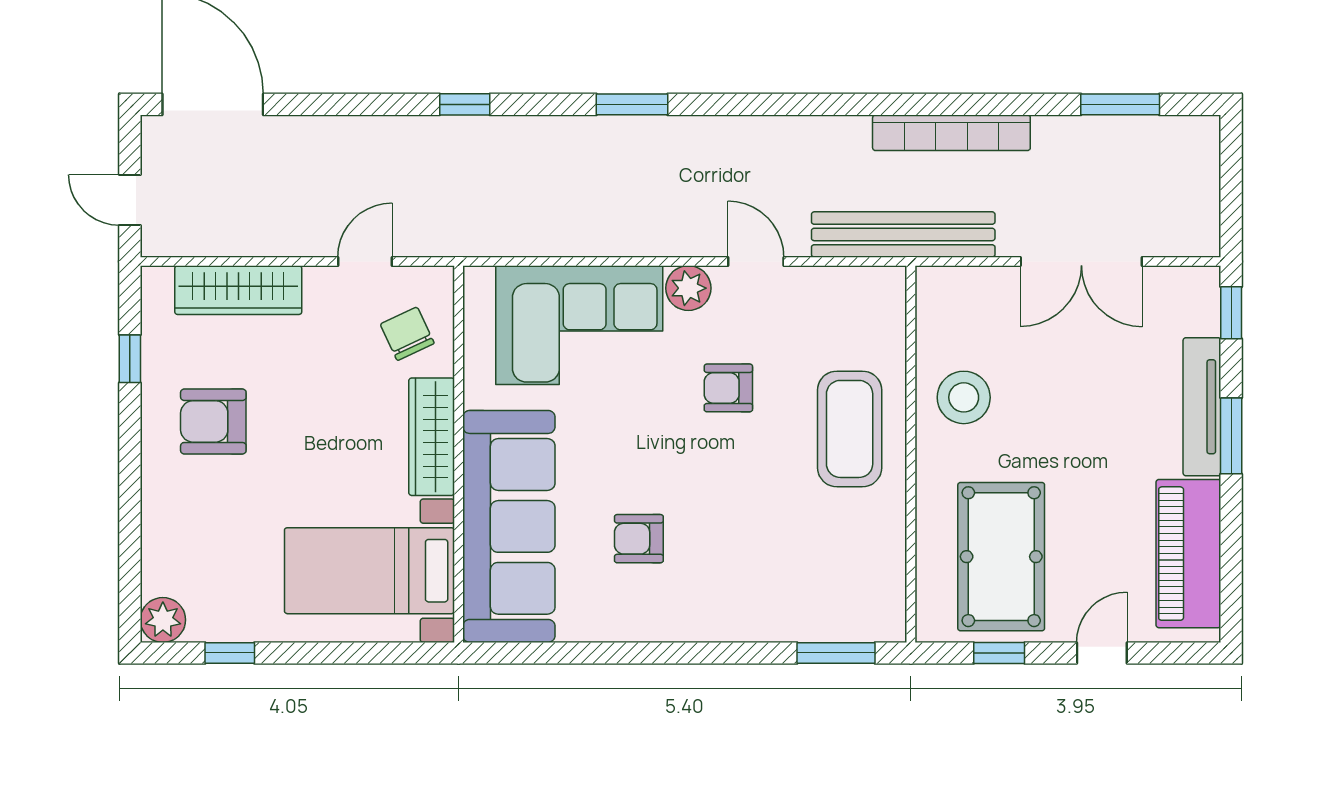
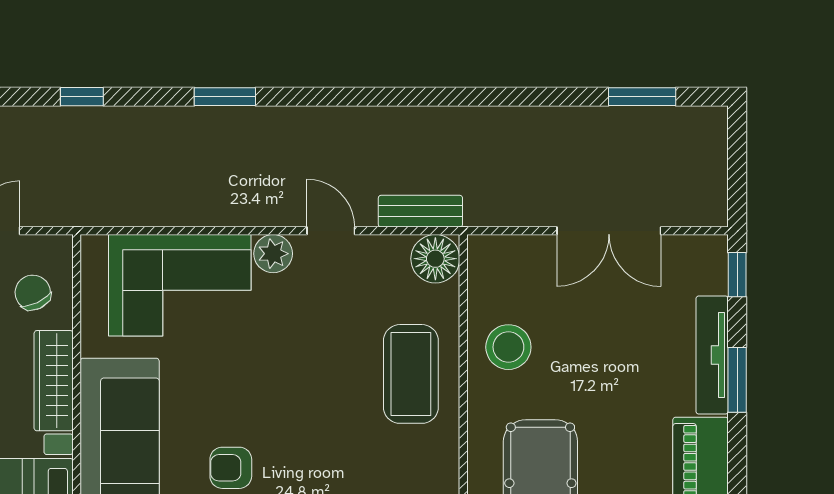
bookcase: (951, 133) -> (498, 121), removed
bench: (903, 234) -> (420, 211), width x0.54, depth x0.82
floor lamp: (878, 294) -> (435, 259), added
armchair: (728, 388) -> (307, 339), removed

